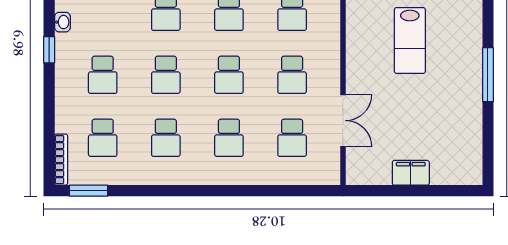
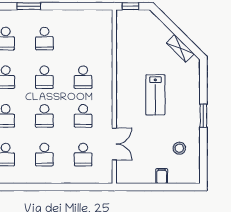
window: (488, 75) -> (203, 116), width x0.69
stool: (449, 127) -> (179, 148), added
filing cabinet: (411, 173) -> (162, 176), width x0.50

